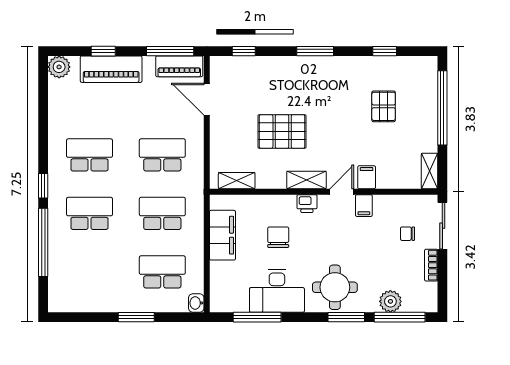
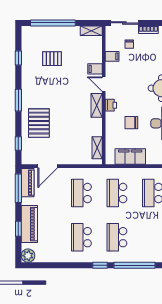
pallet: (282, 131) -> (39, 123), moved
filing cabinet: (364, 206) -> (112, 56), moved

